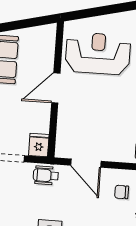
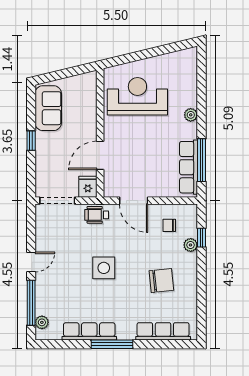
door: (56, 88) -> (100, 155), moved

